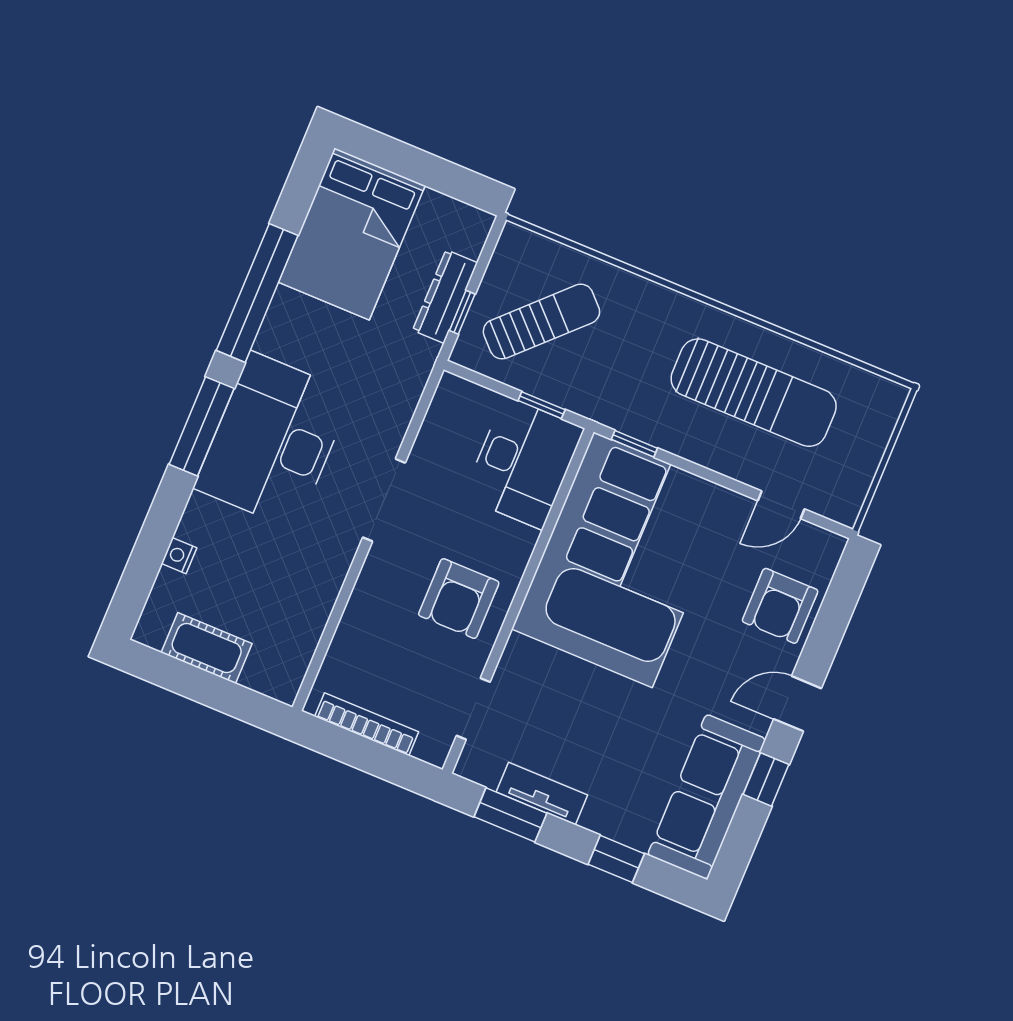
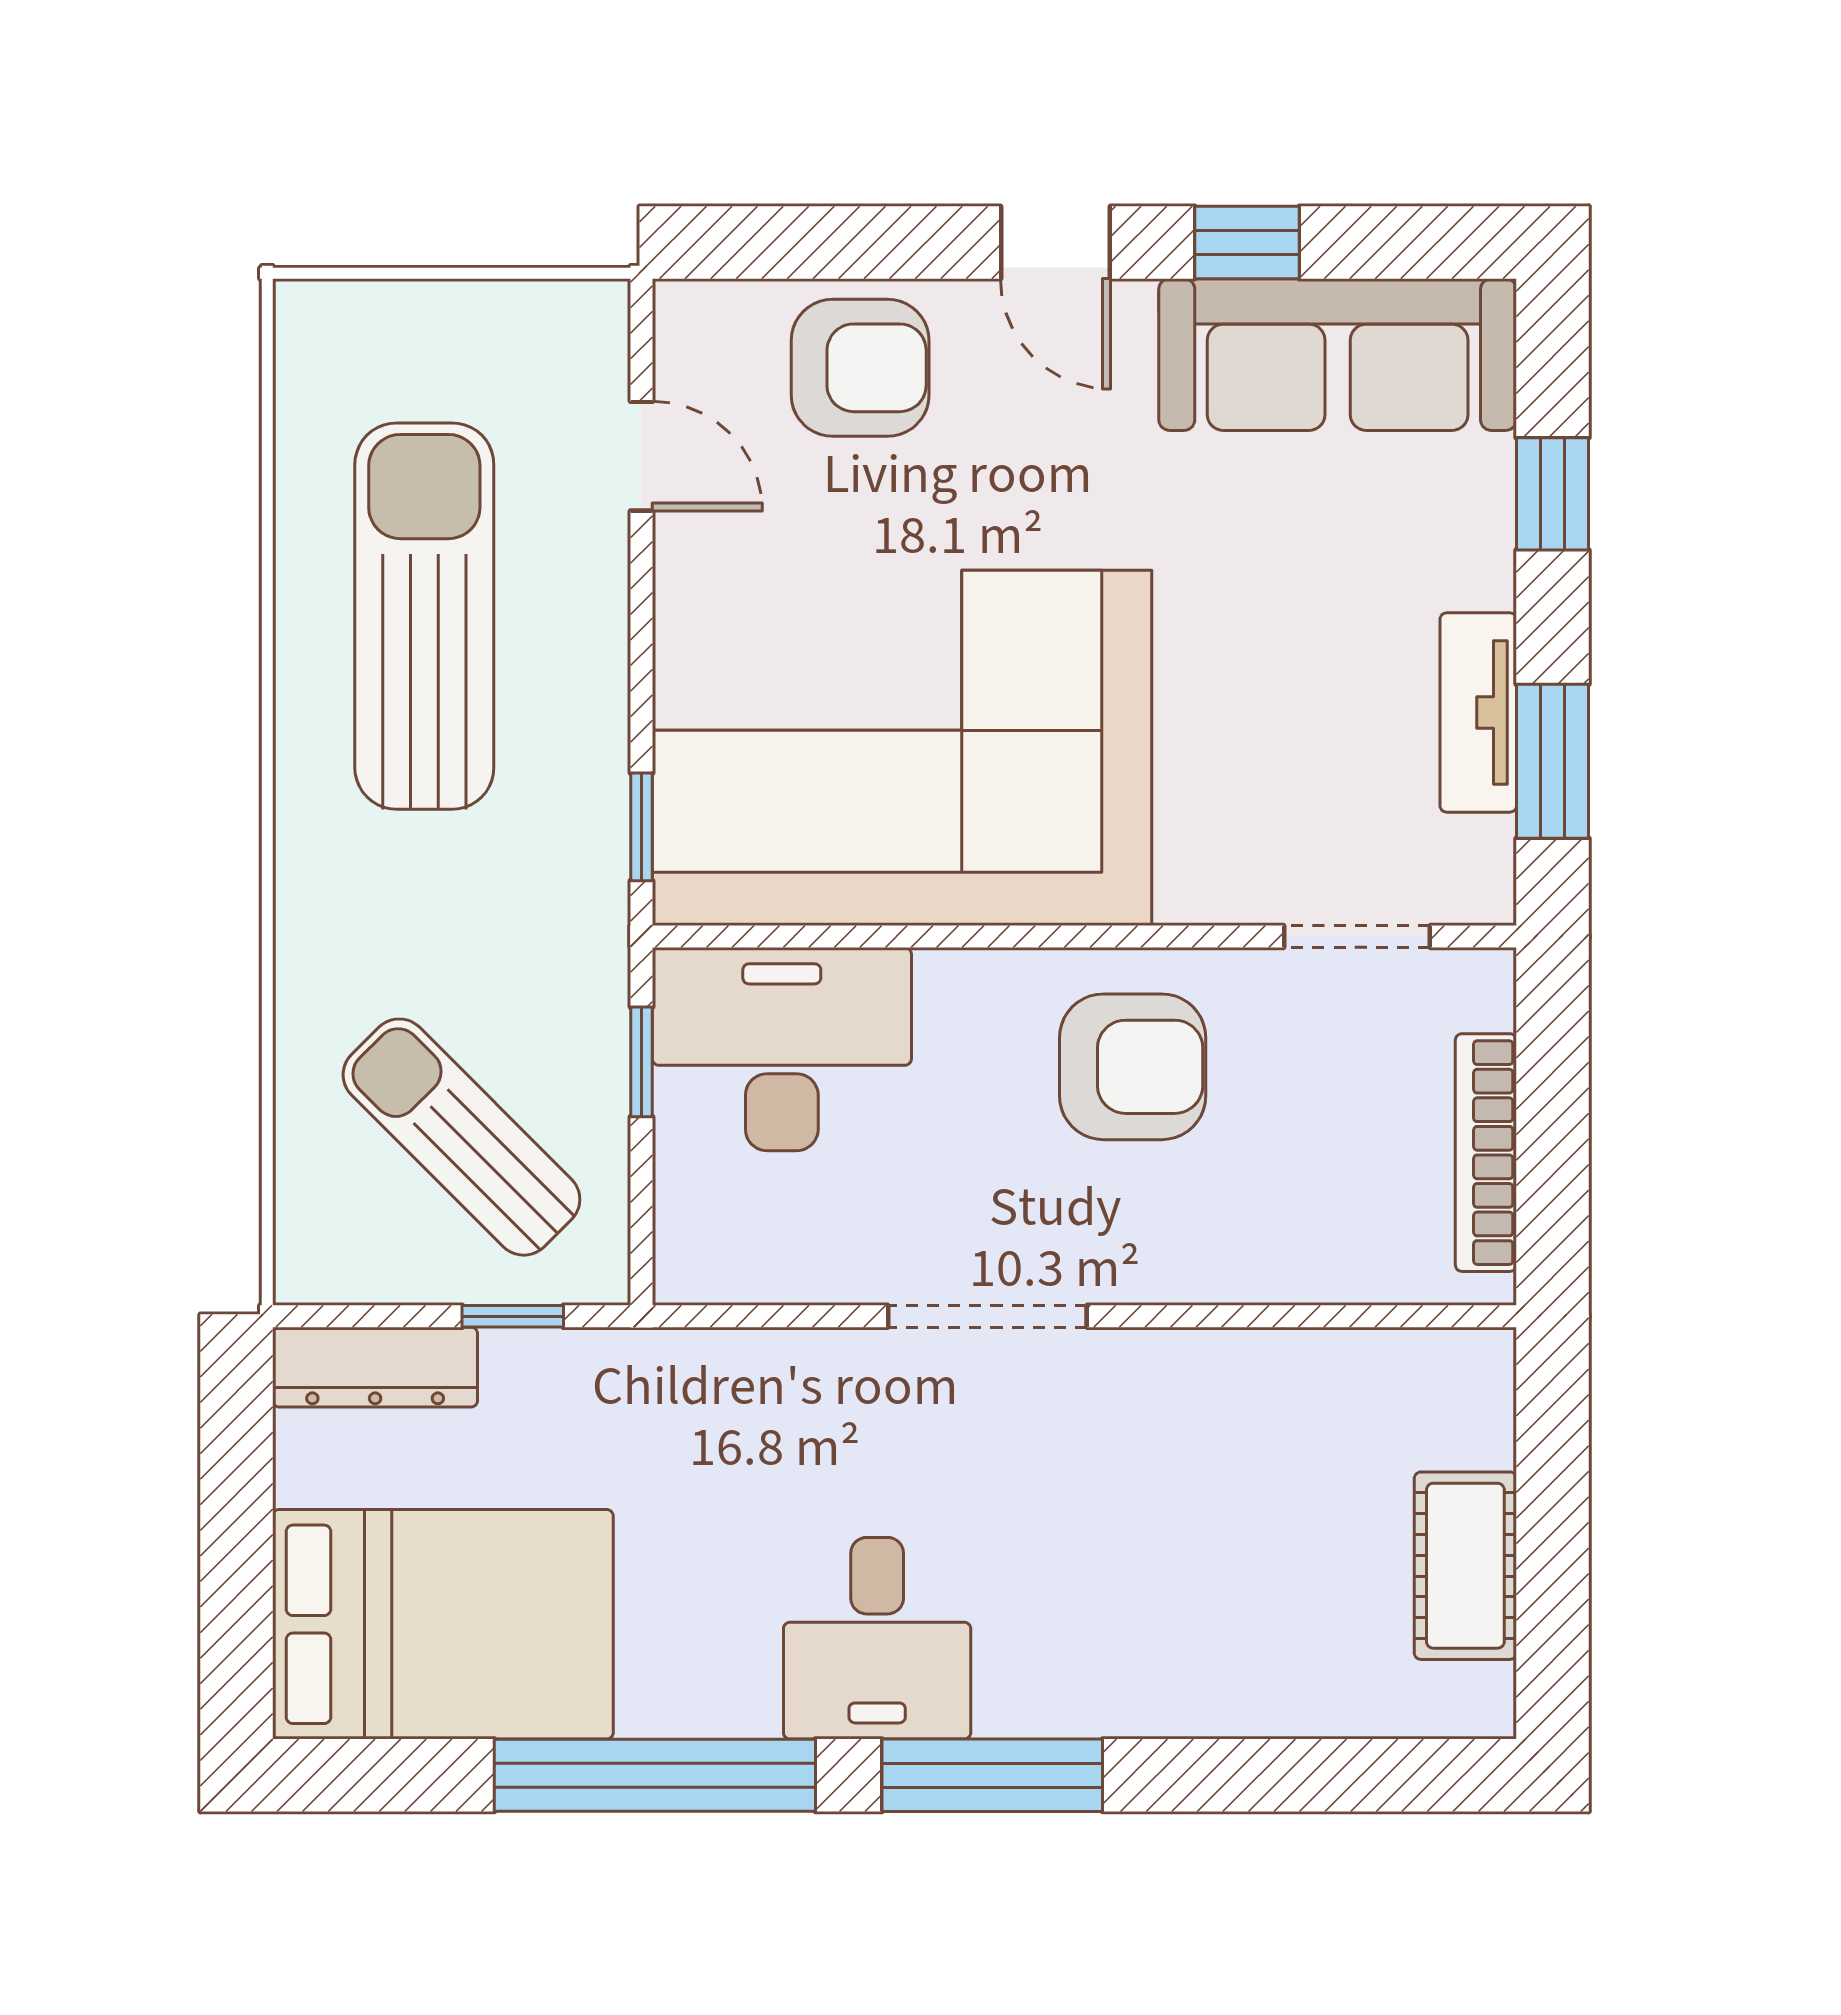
dresser: (445, 297) -> (375, 1367), moved
desk: (273, 441) -> (877, 1638), width x0.53, depth x0.77
nightstand: (179, 556) -> (1291, 1708), removed

